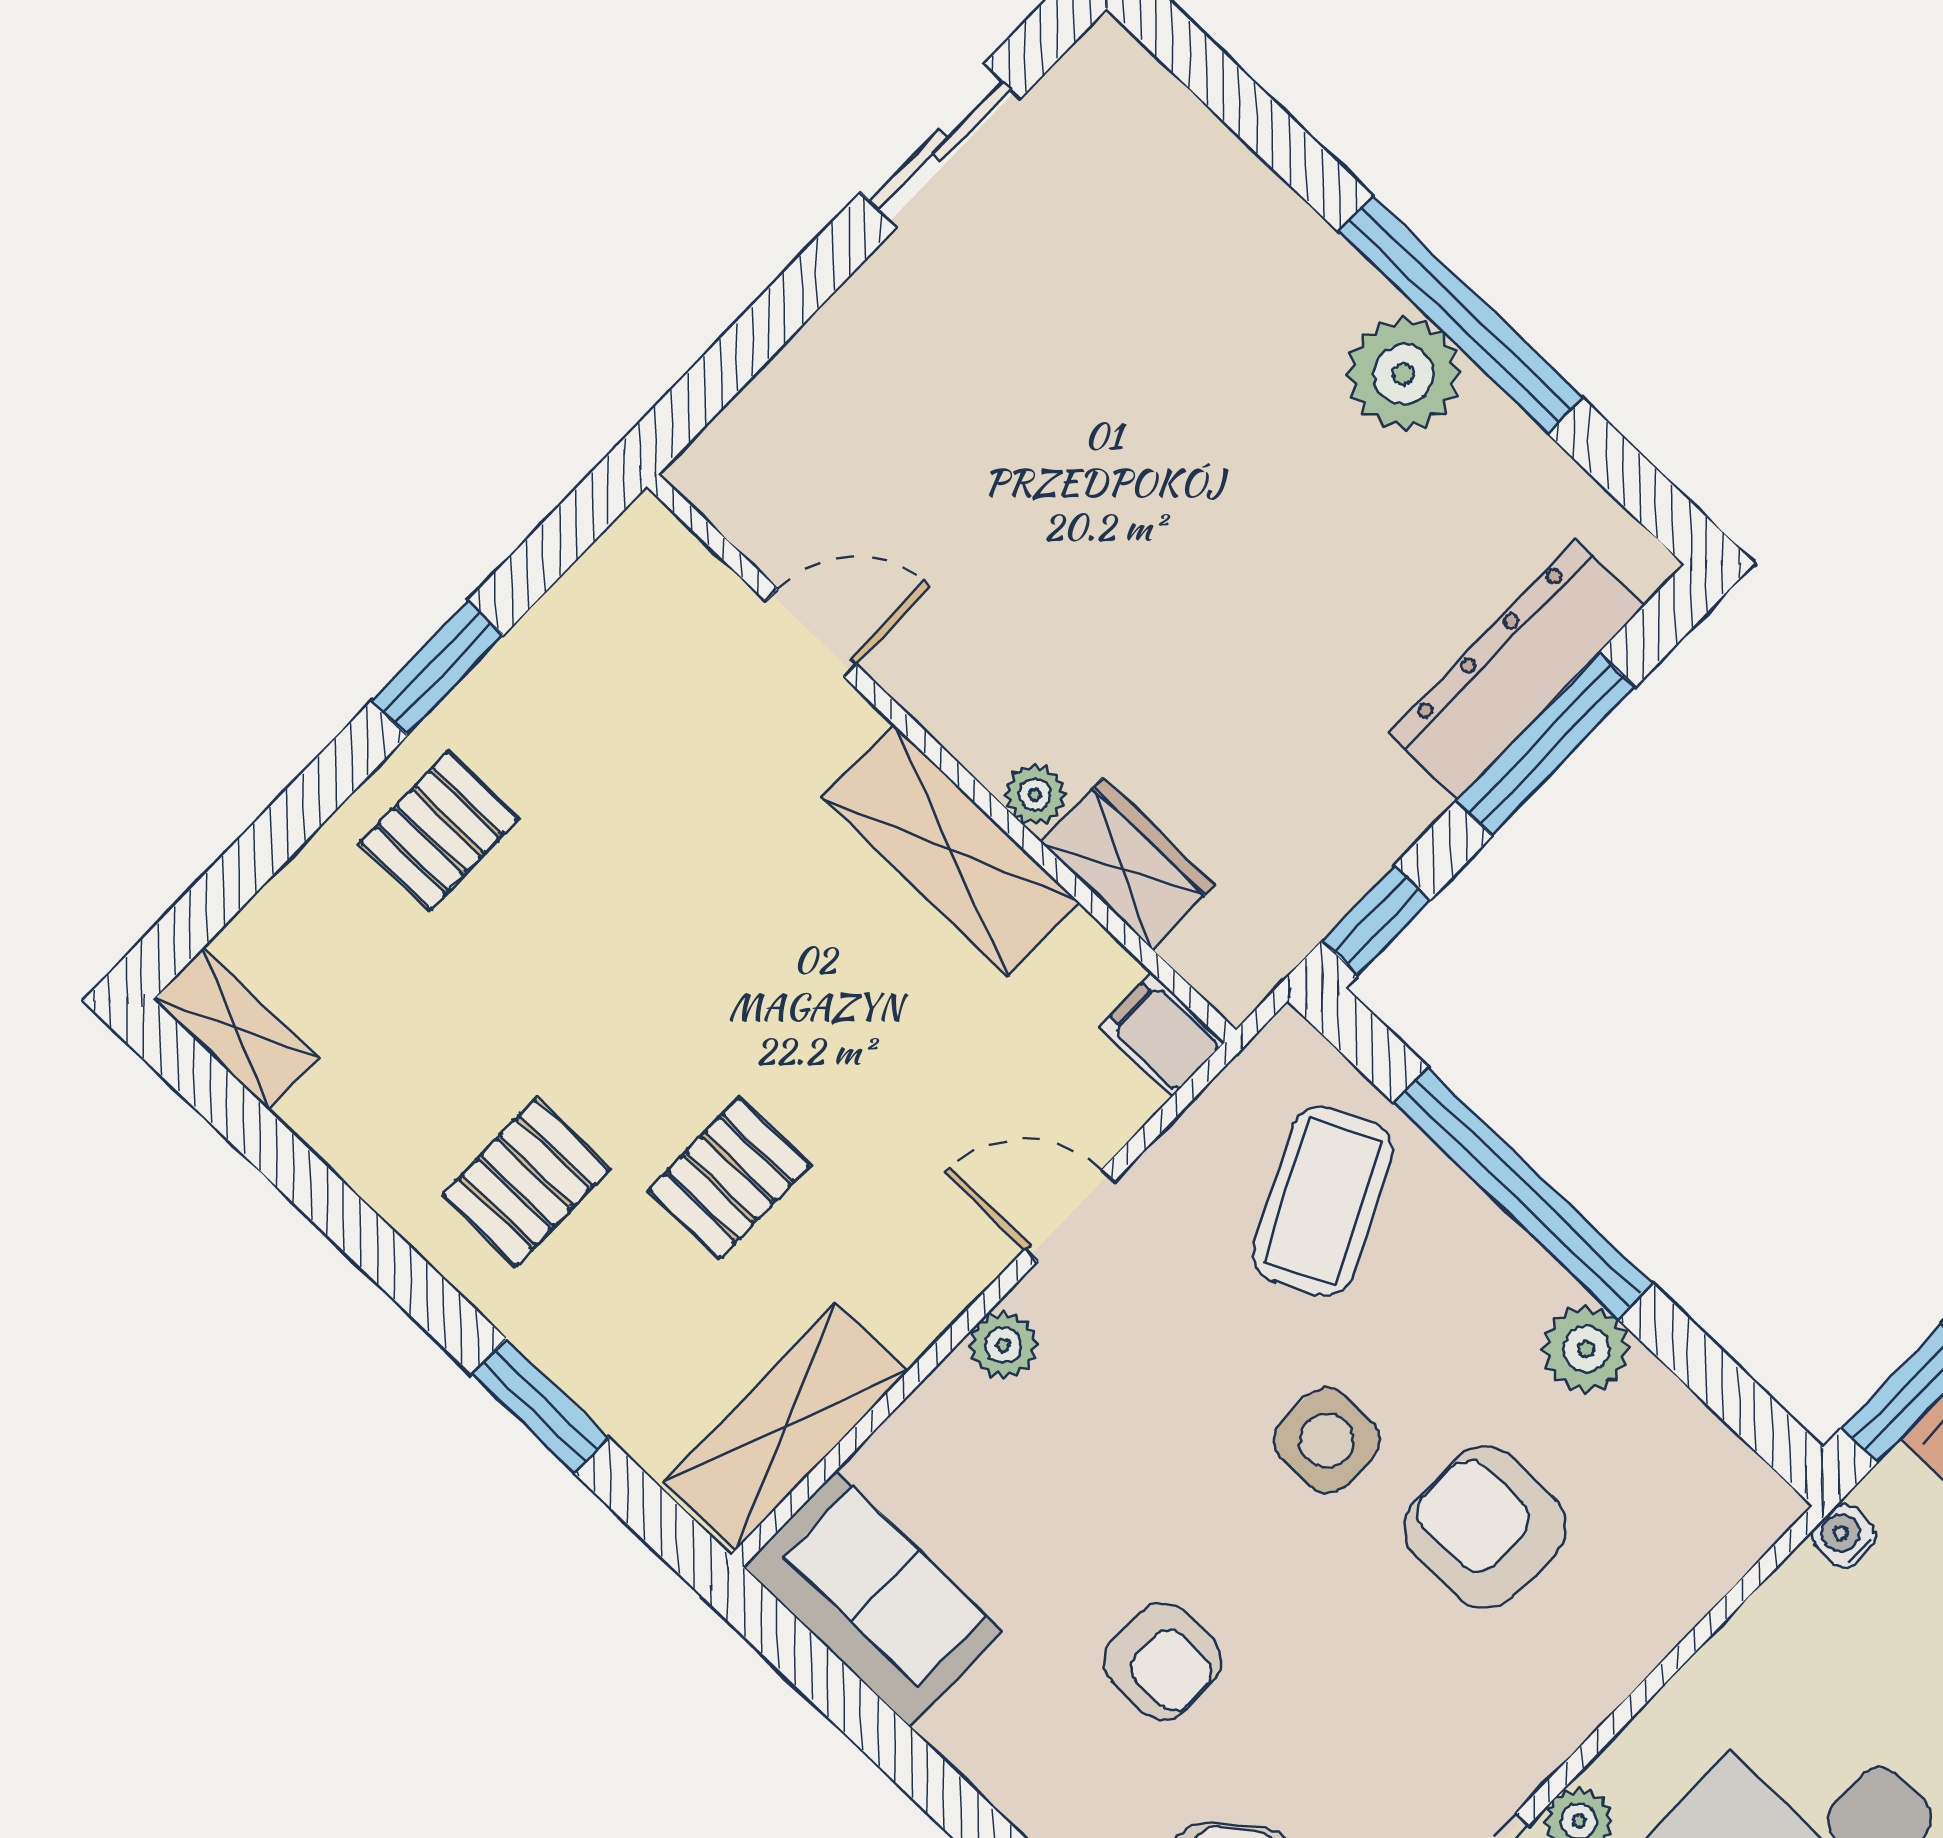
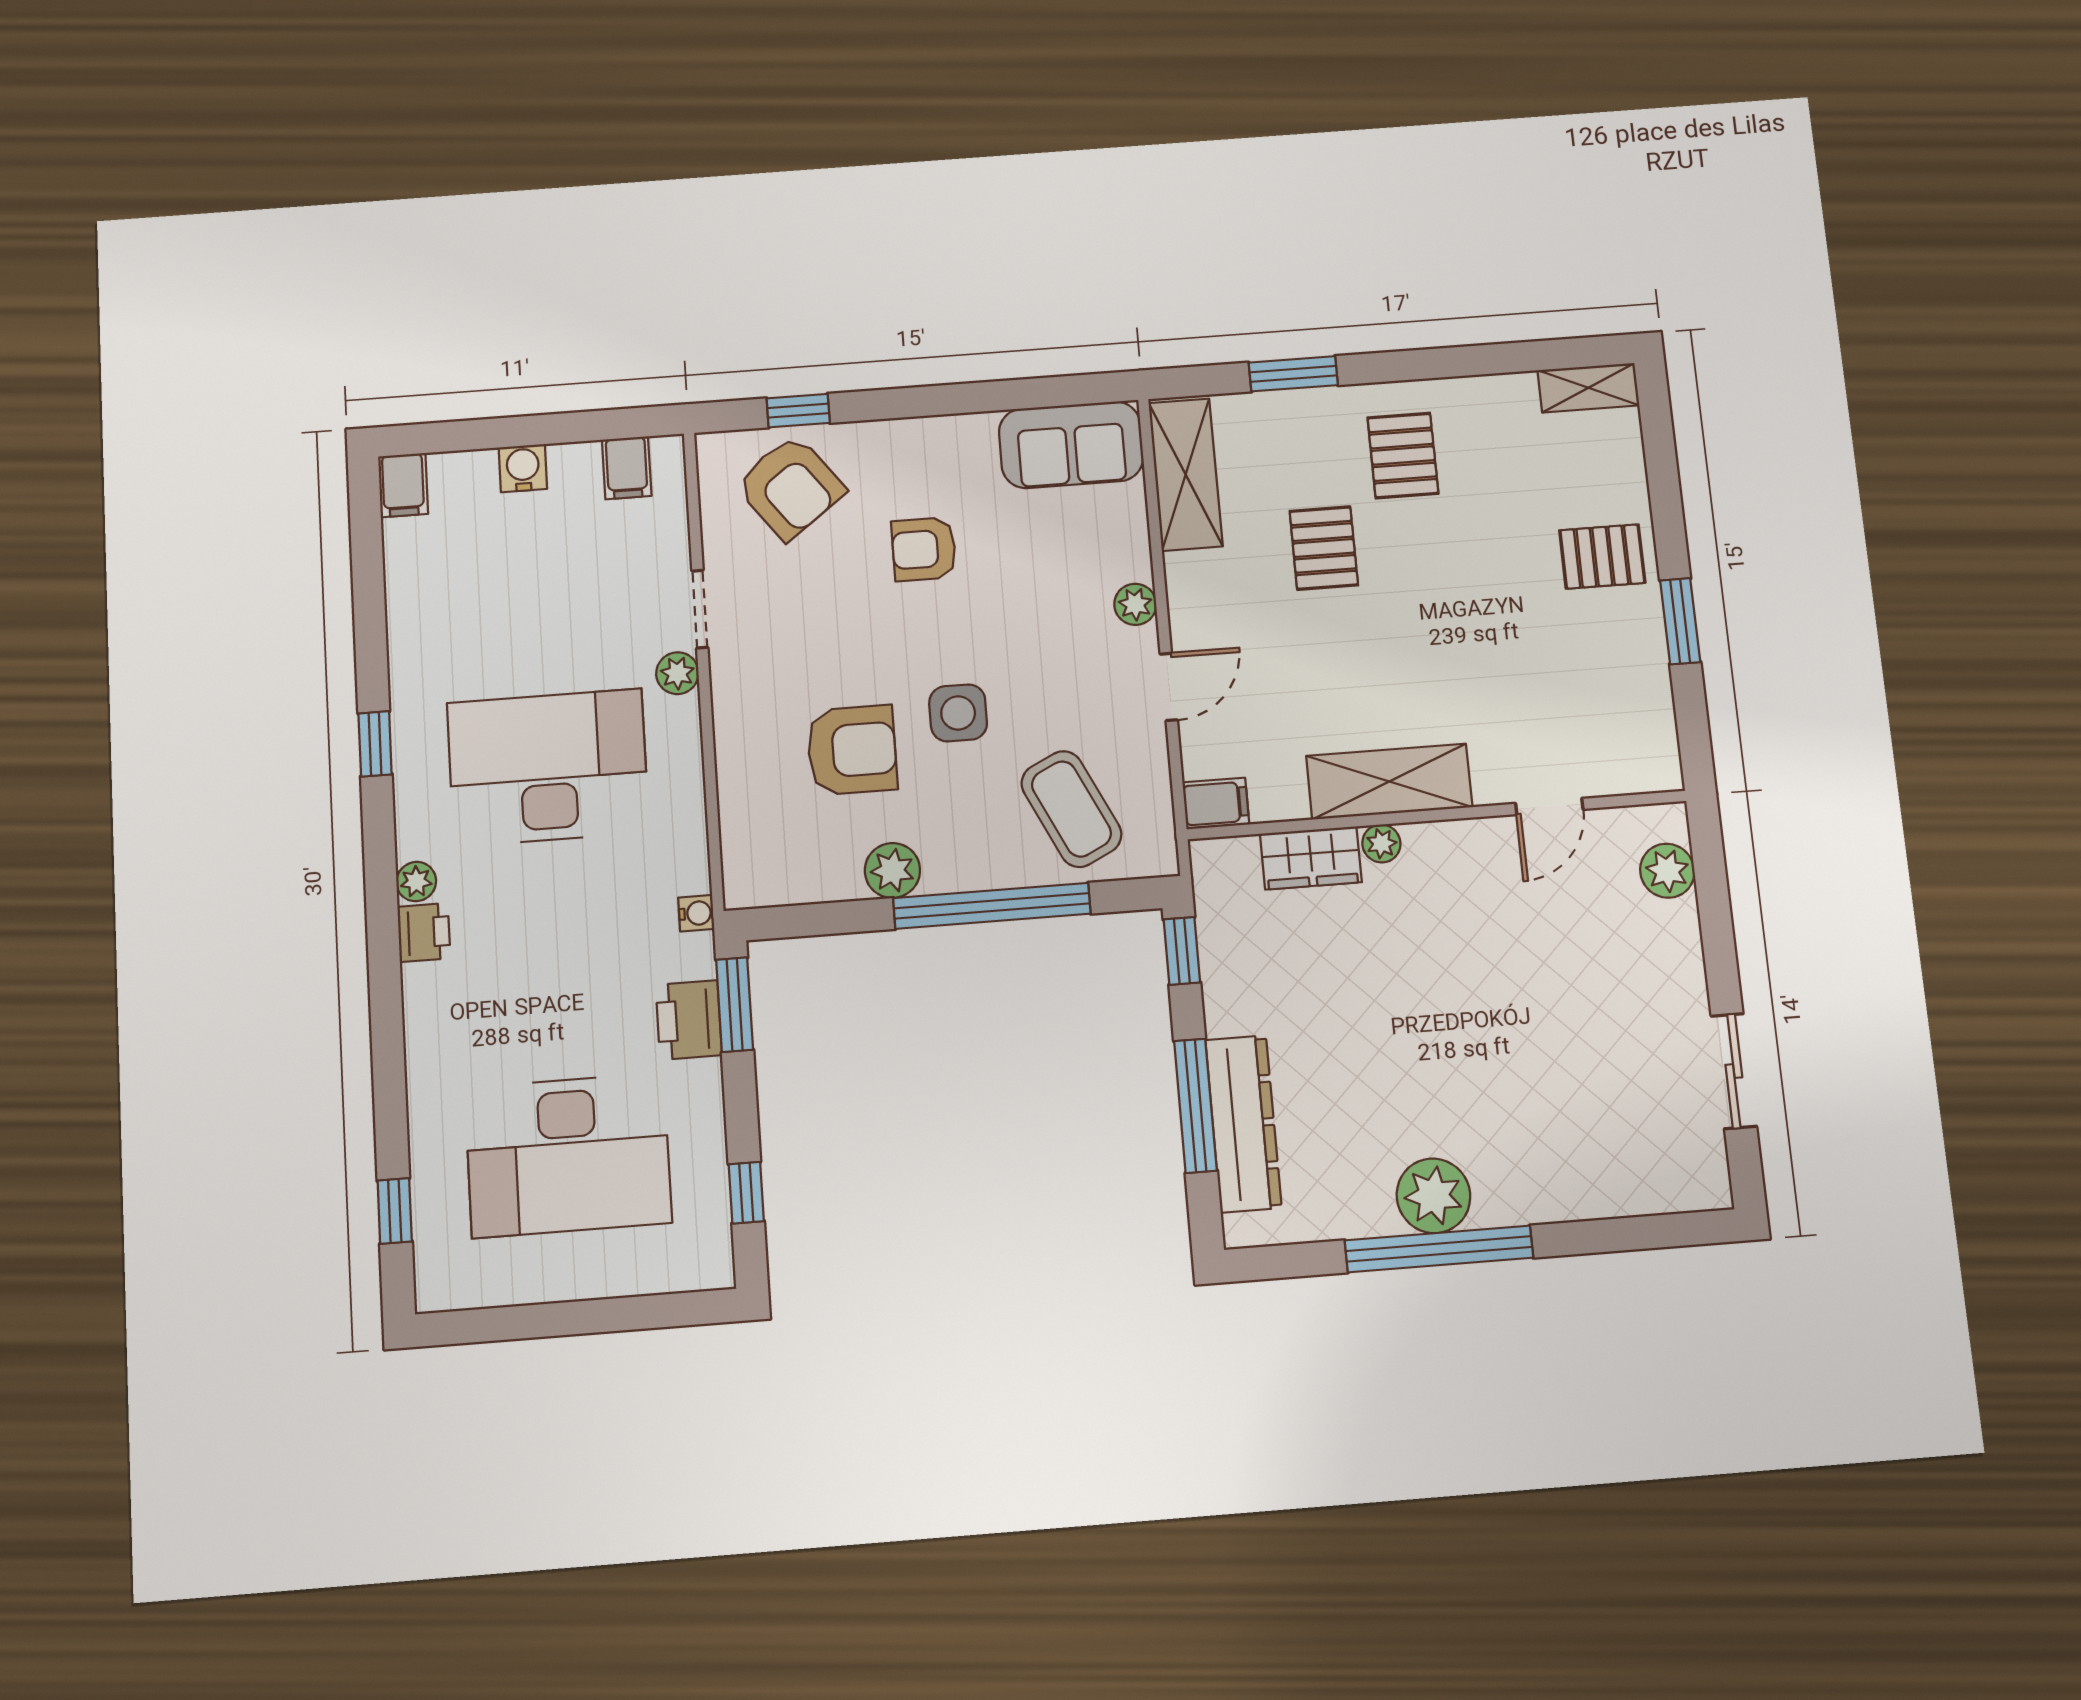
plant: (765, 426) -> (1667, 871), added
pallet: (439, 831) -> (1602, 557), turned 90

